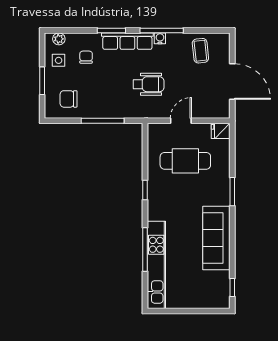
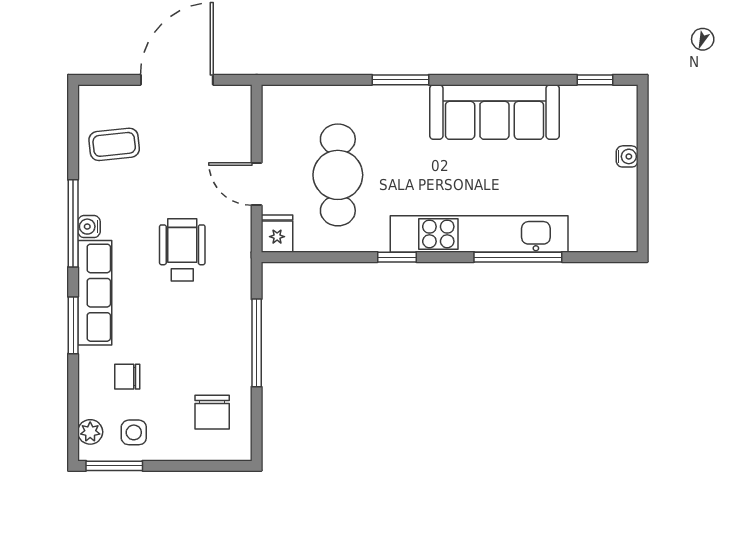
window: (42, 81) -> (114, 466), moved
fridge: (221, 131) -> (277, 234), moved, turned 180
kitchen unit: (156, 265) -> (479, 234), moved
water cooler: (194, 303) -> (627, 156), added

